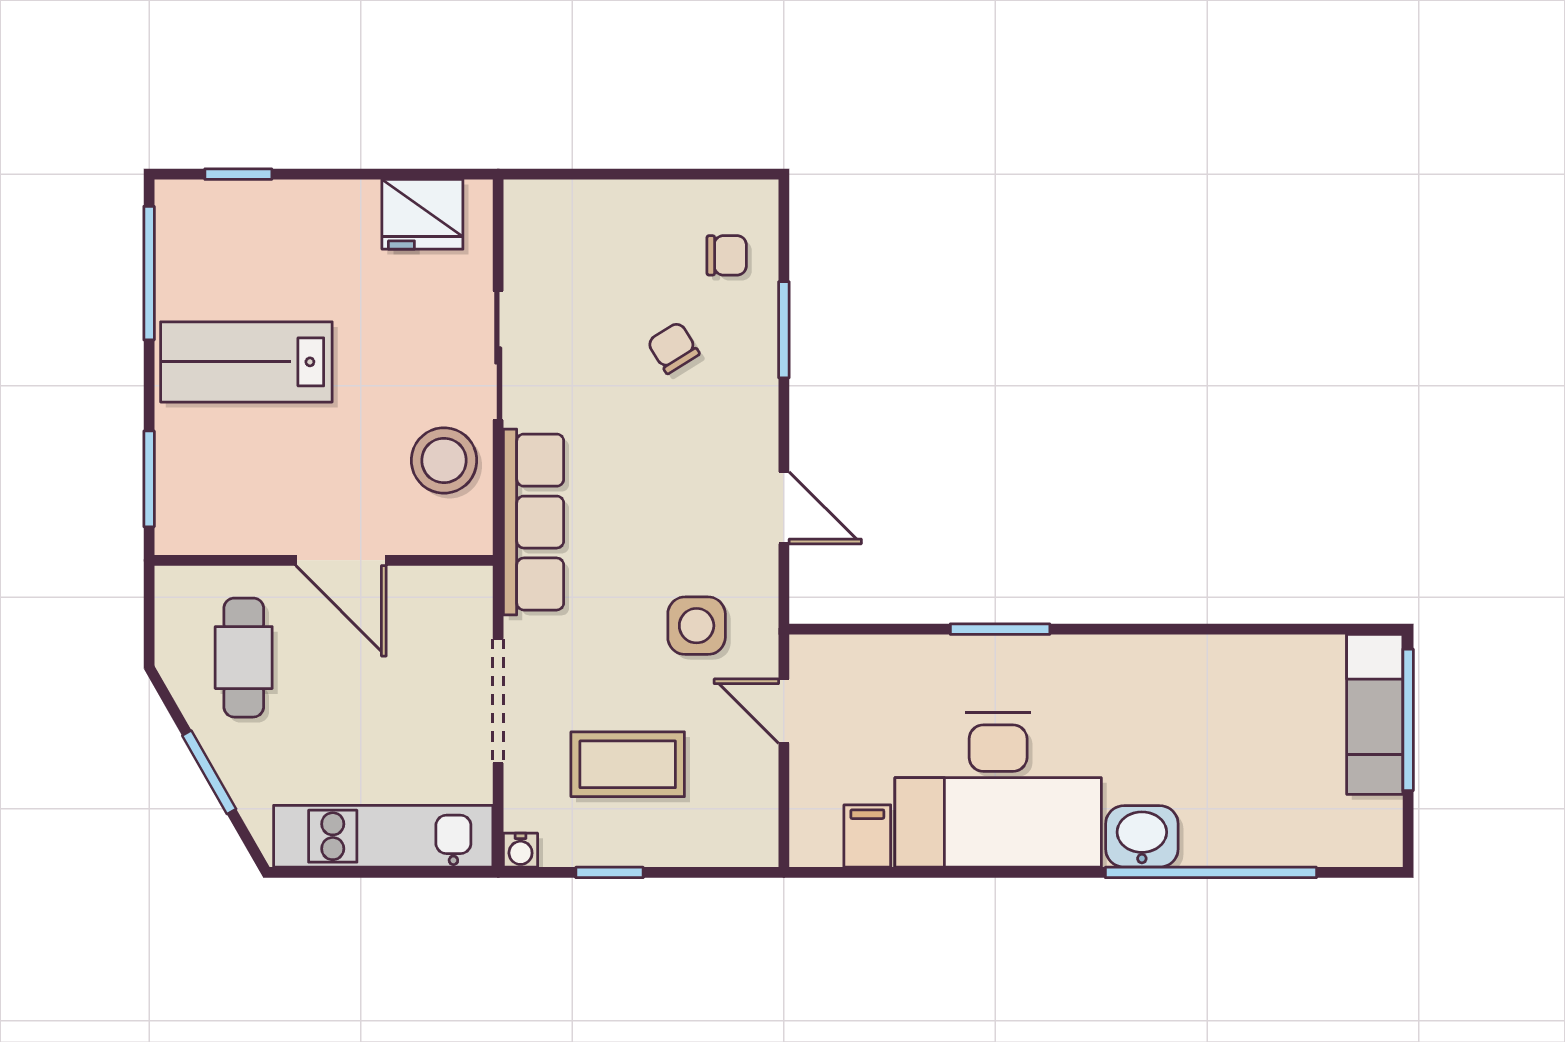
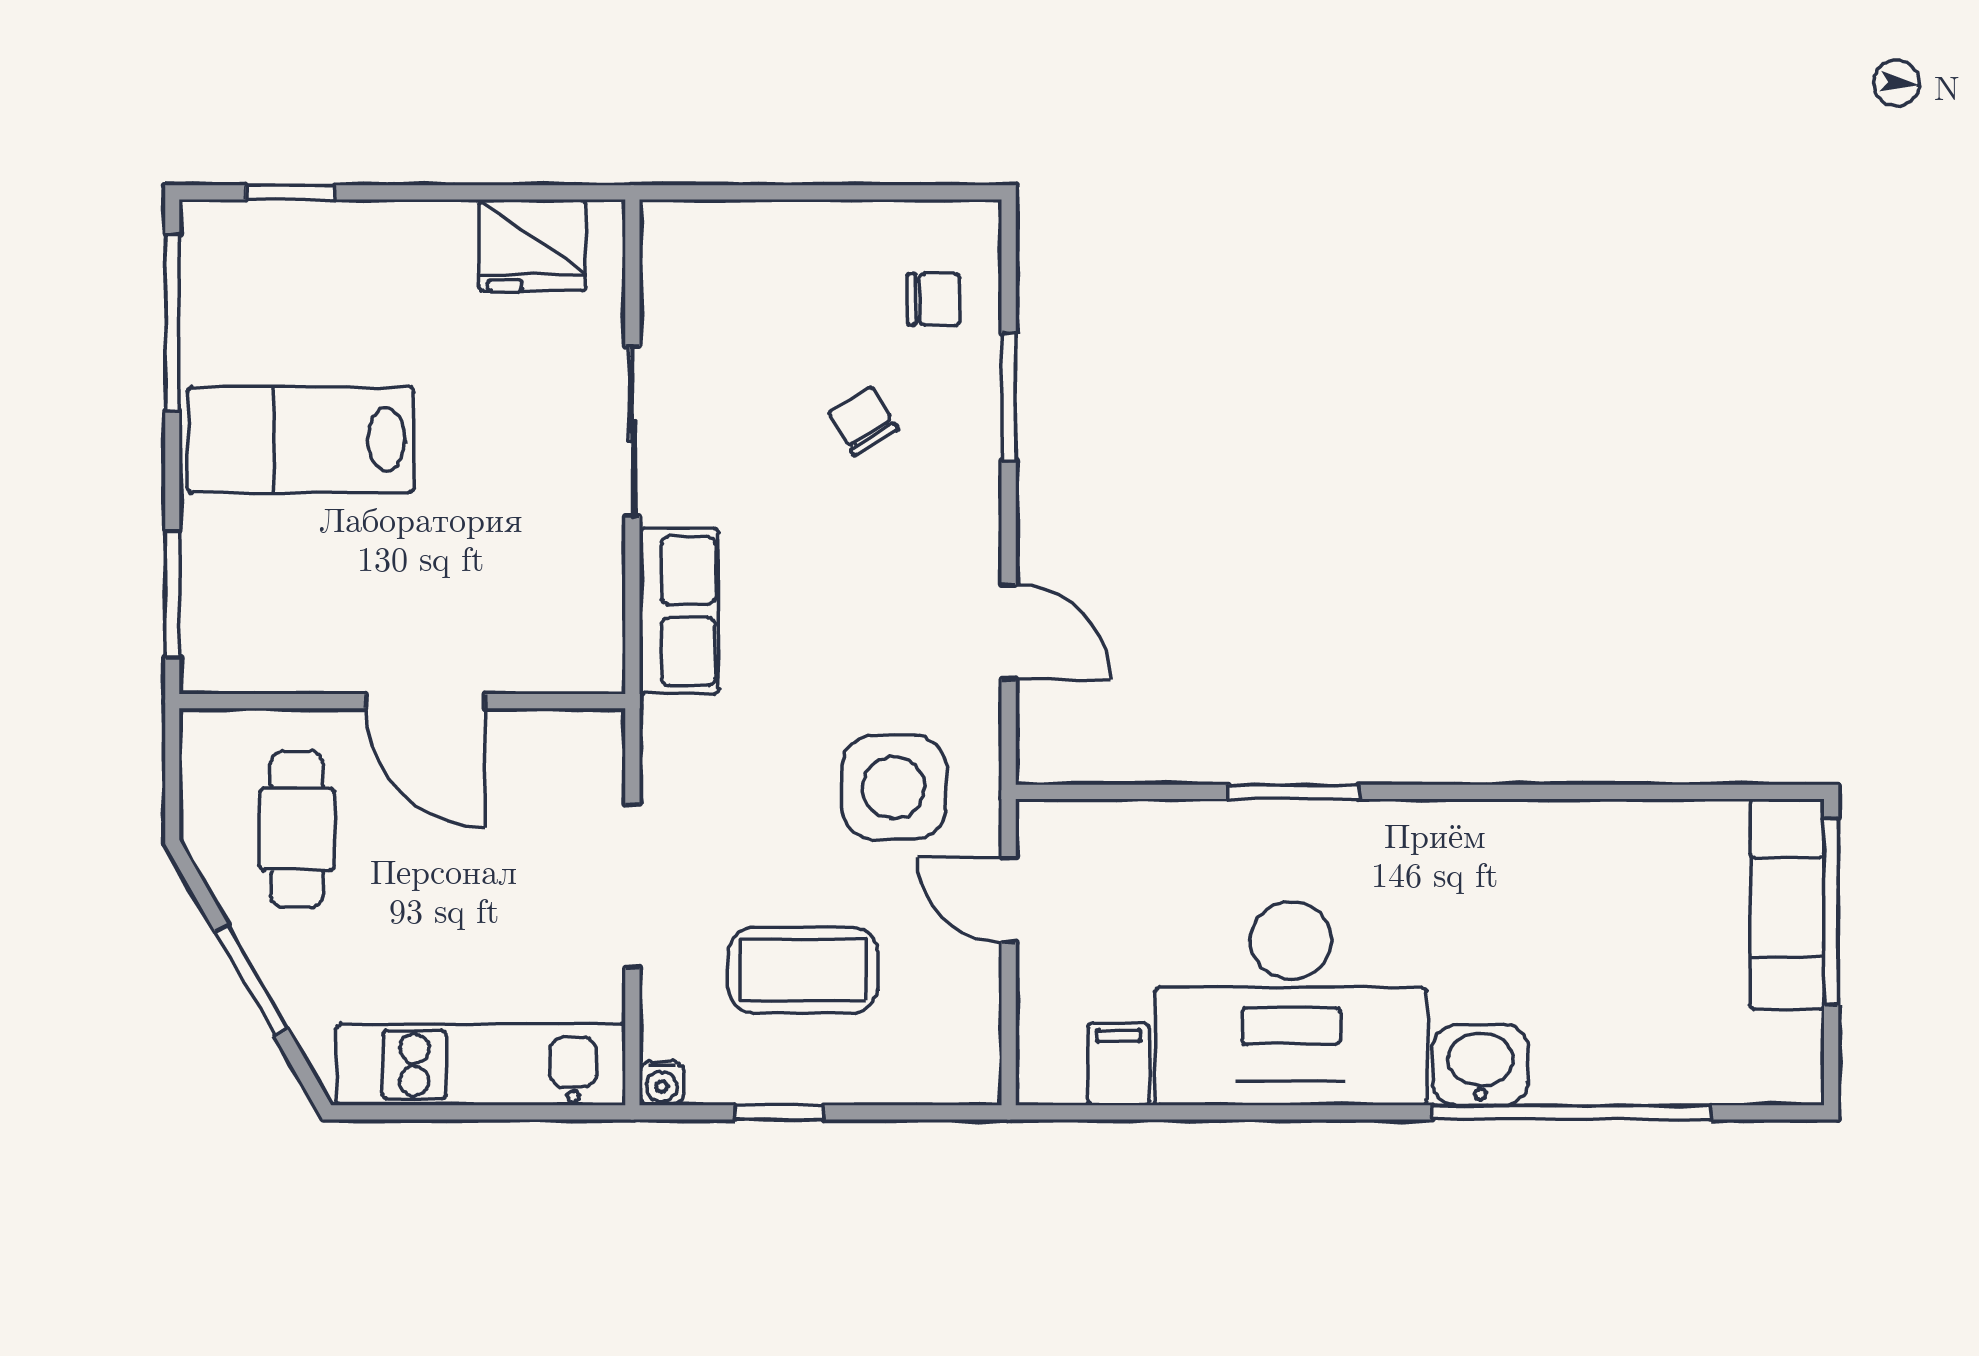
stool: (444, 460) -> (561, 570), removed
row of seats: (534, 522) -> (679, 611), width x0.68
side table: (697, 626) -> (894, 787), width x1.37, depth x1.37

